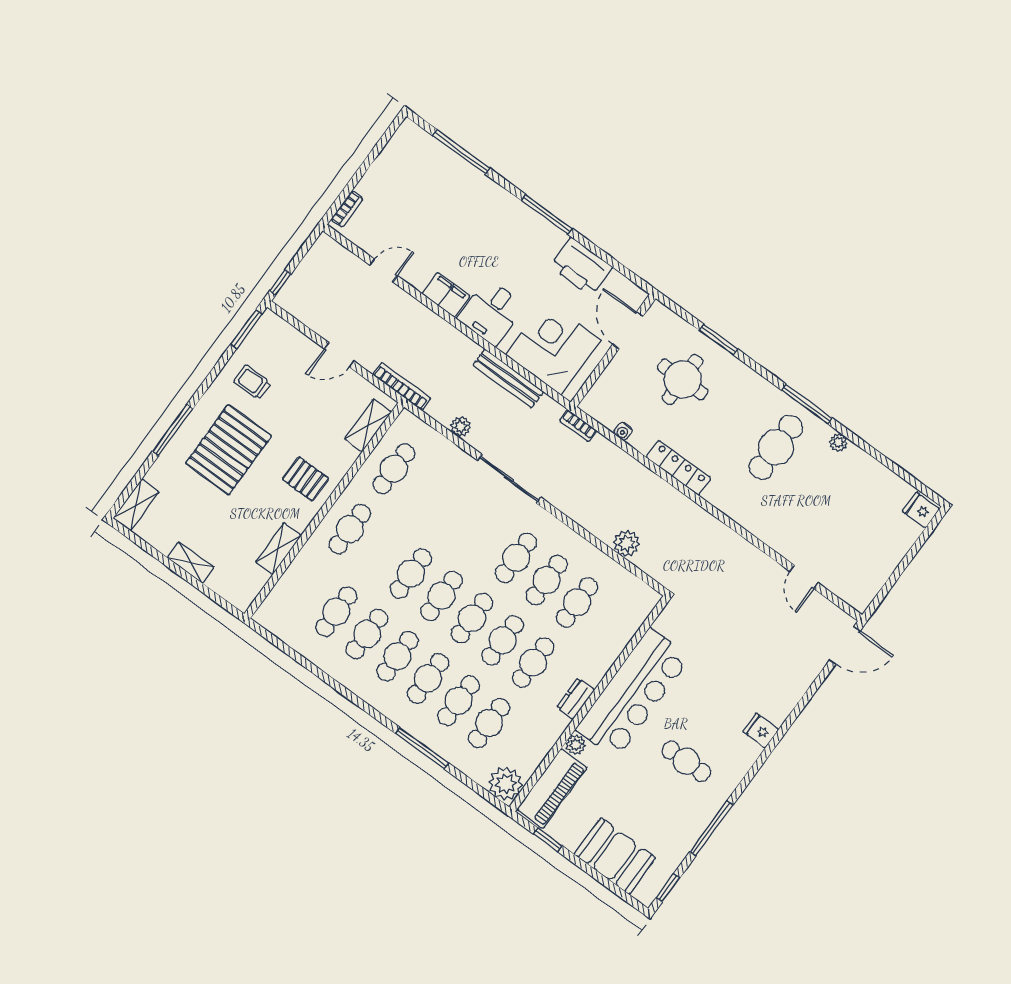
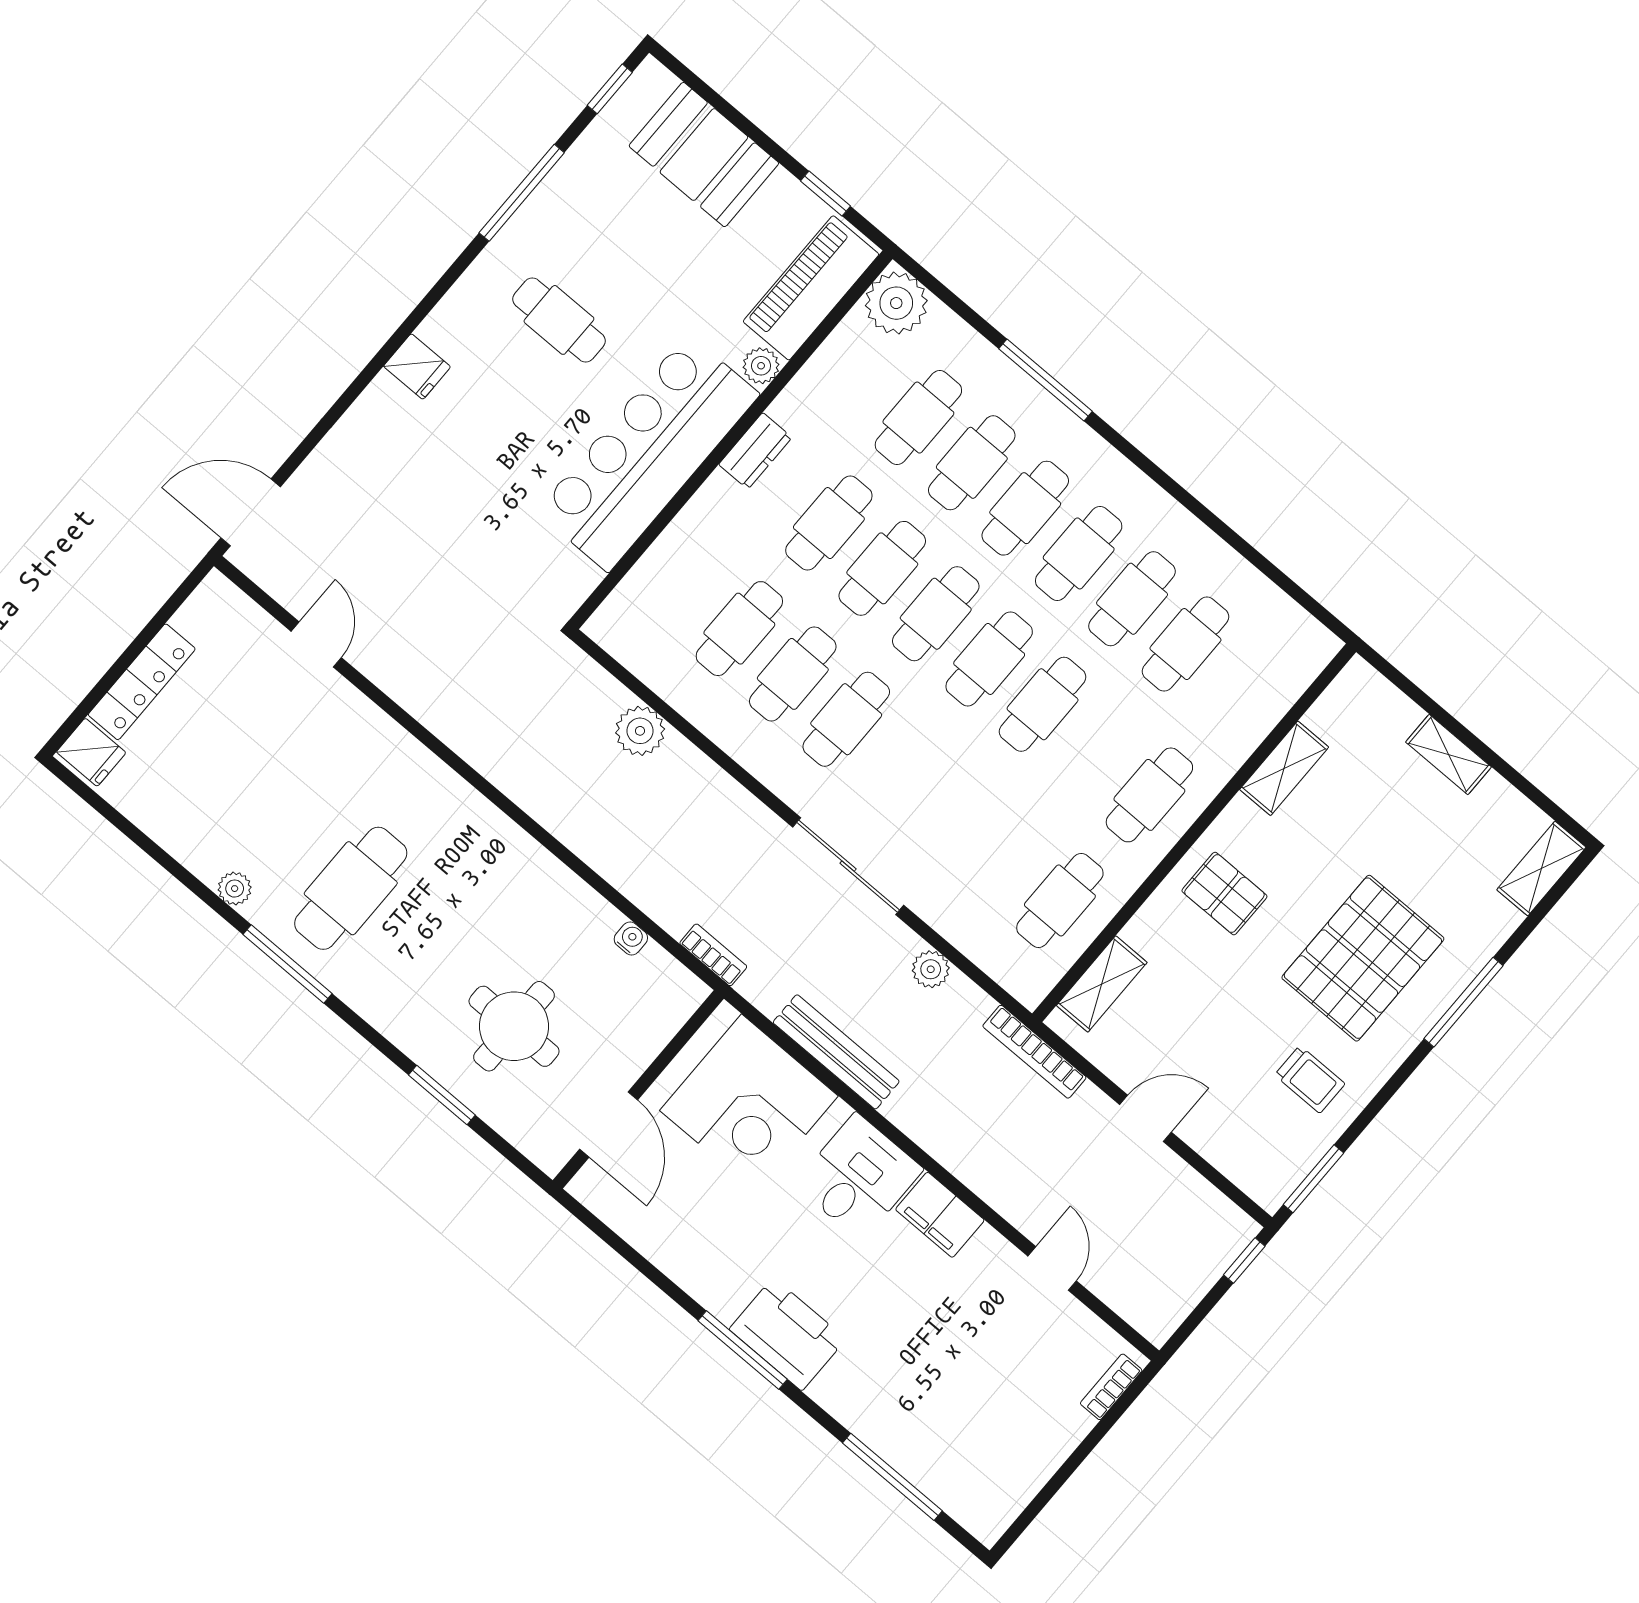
printer: (581, 267) -> (788, 1334), moved
door: (383, 270) -> (1052, 1268), swing flipped
locker: (678, 468) -> (142, 682), moved, turned -90

